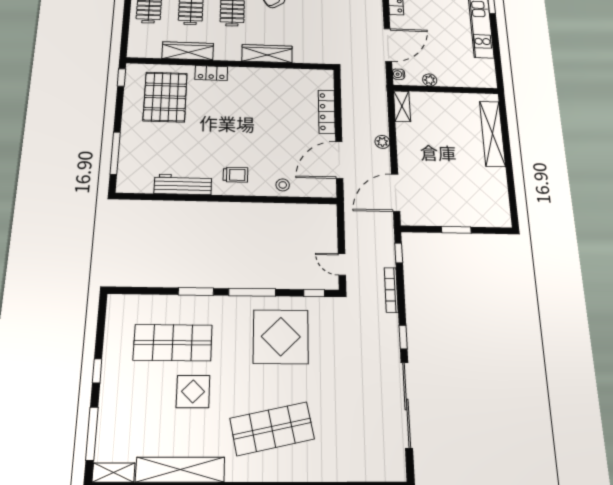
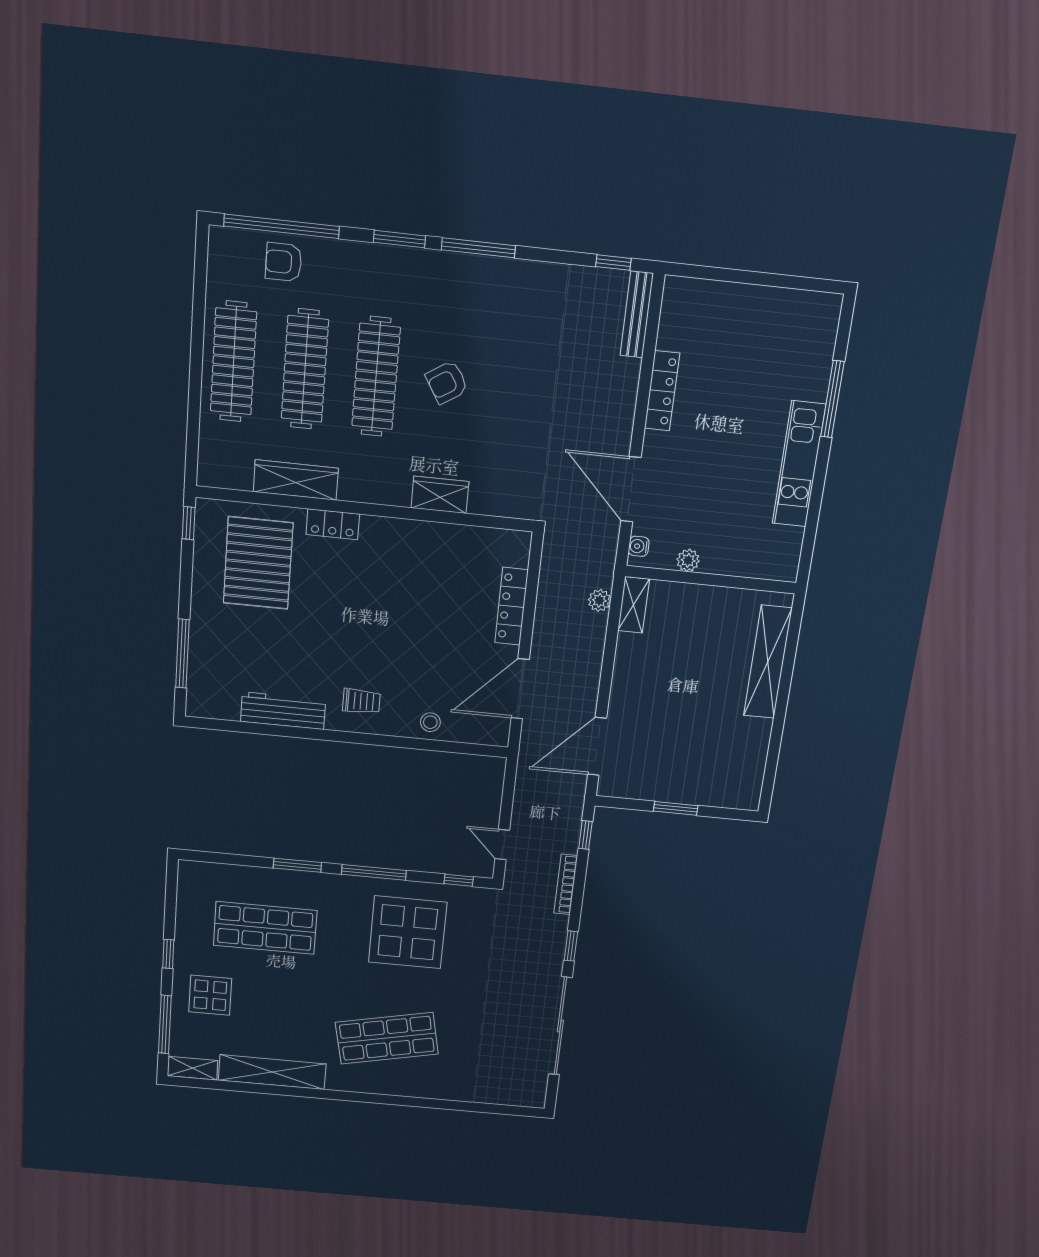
door: (388, 45) -> (631, 489), swing flipped
wardrobe: (267, 54) -> (440, 495), width x0.67
plant: (382, 142) -> (599, 600), moved
display table: (193, 391) -> (210, 995), moved

